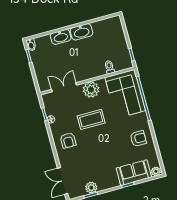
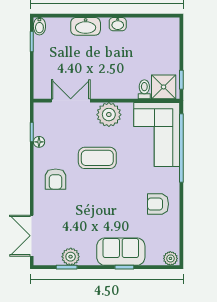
washbasin: (81, 32) -> (118, 24), width x0.52, depth x0.69
shower: (121, 62) -> (164, 87), added
armchair: (138, 139) -> (158, 204), turned 180
sofa: (134, 173) -> (121, 252), moved

